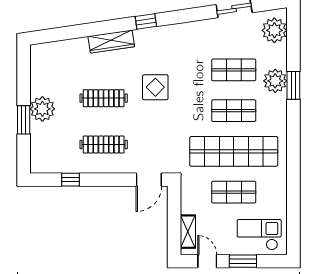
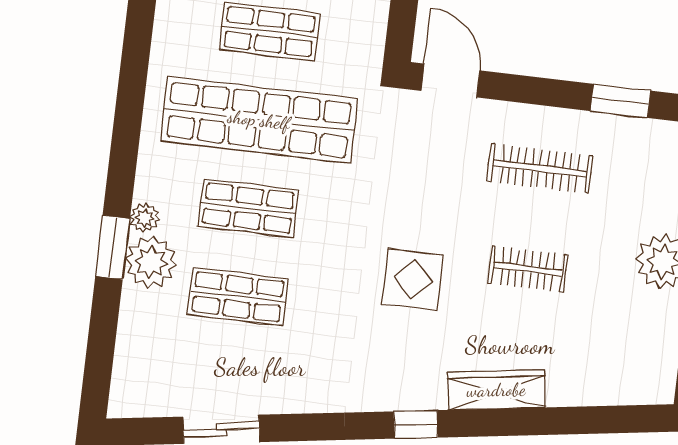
plant: (274, 30) -> (145, 218), moved, width x0.53, depth x0.53
clothes rail: (104, 98) -> (528, 269), width x0.73
window: (70, 180) -> (620, 101), width x1.50
door: (149, 180) -> (450, 81), hinge flipped

